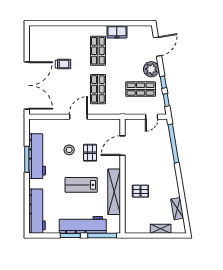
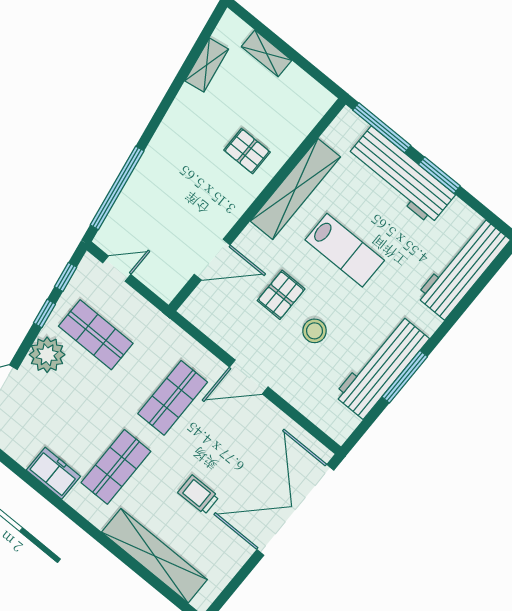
shelving: (61, 32) -> (154, 556), added

